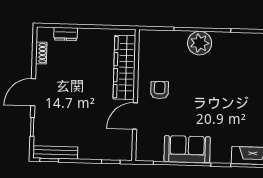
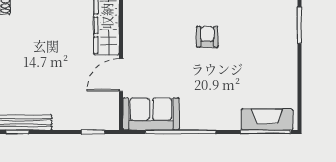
armchair: (160, 90) -> (207, 37), moved
sofa: (187, 149) -> (151, 114), moved

